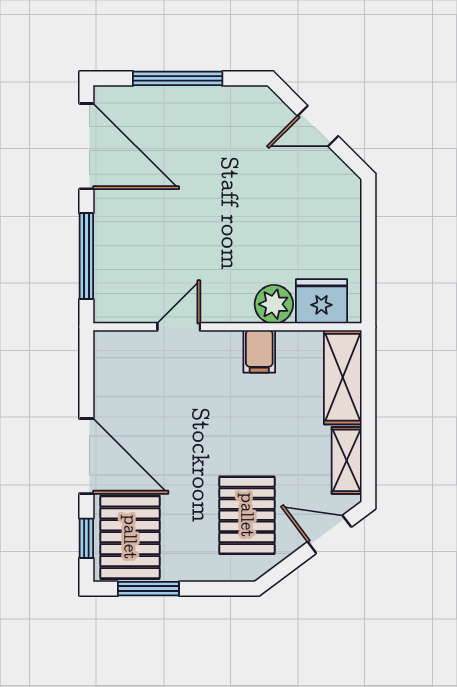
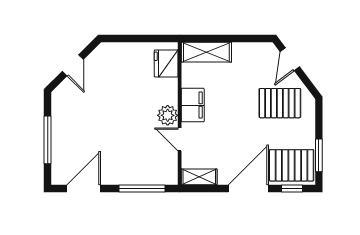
door: (86, 146) -> (84, 188), width x0.73
plant: (274, 304) -> (168, 115), moved
filing cabinet: (259, 351) -> (193, 105), width x2.00
shelving: (347, 460) -> (199, 177), moved

